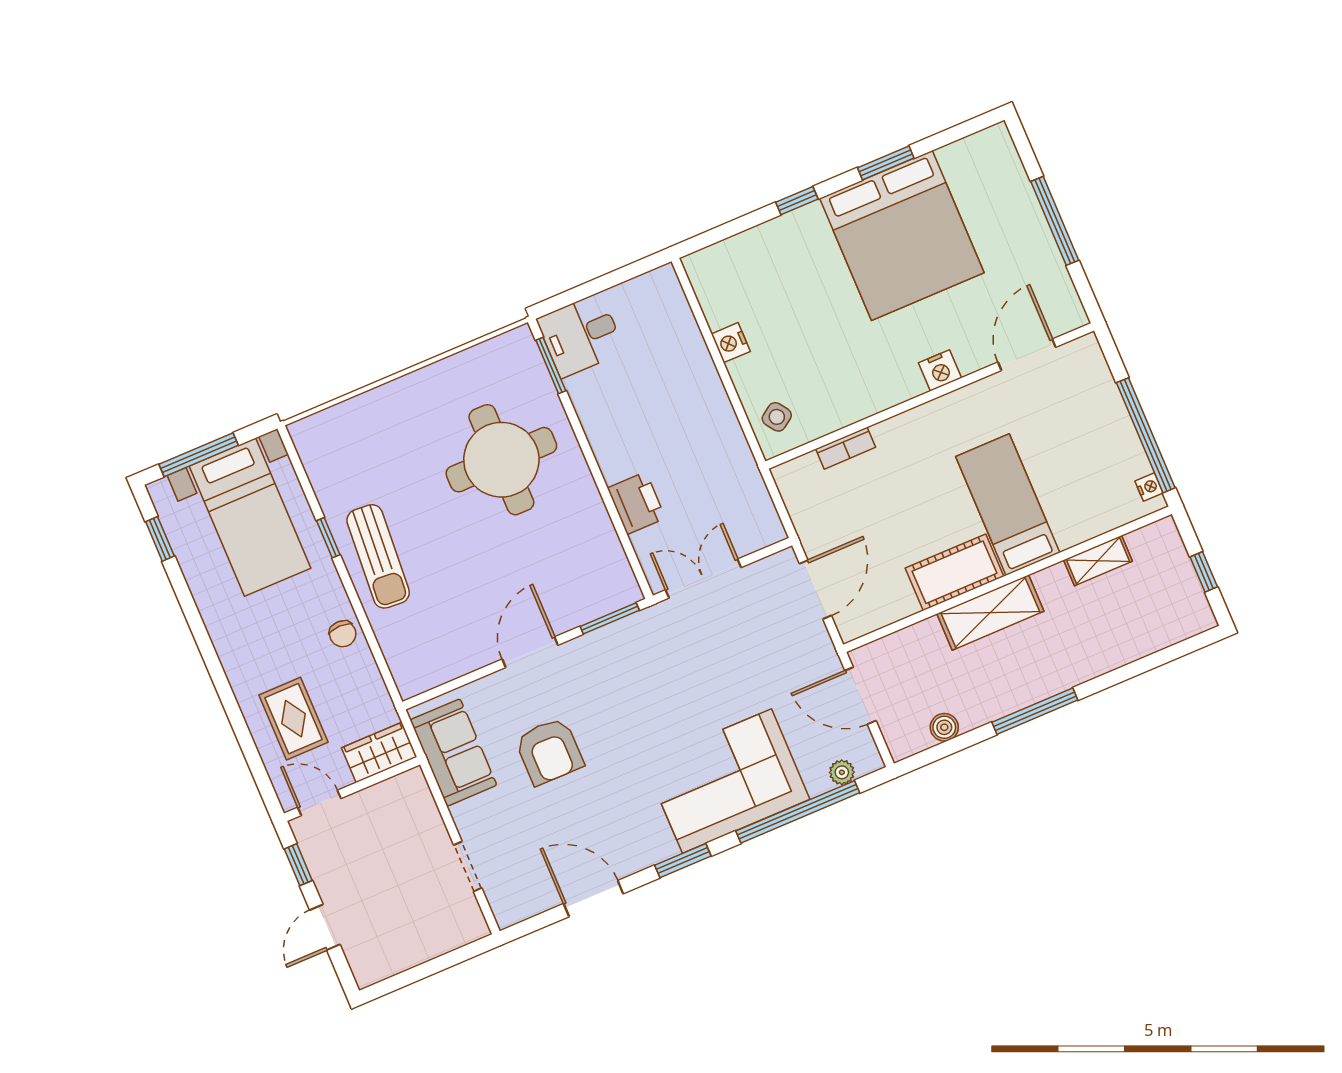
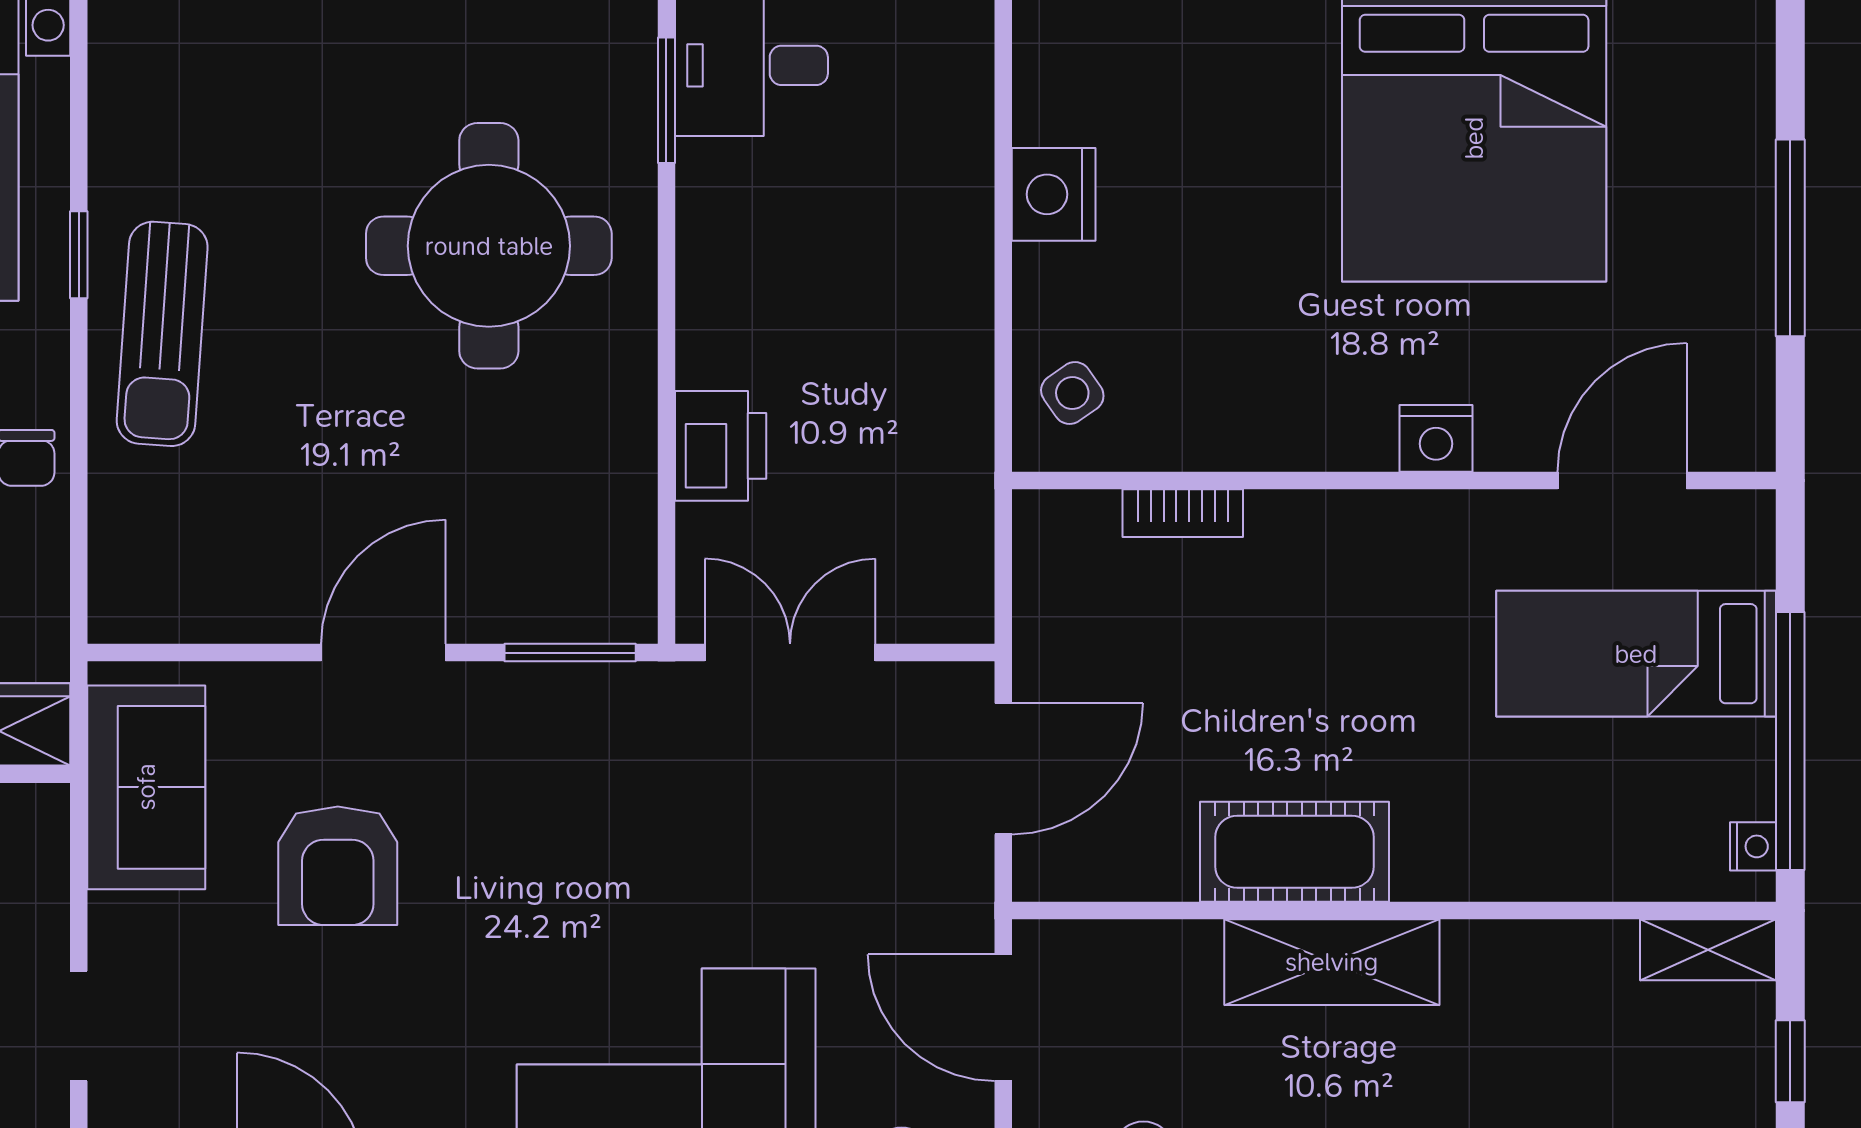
nightstand: (731, 343) -> (1054, 194), width x1.36, depth x1.33
bed: (1008, 505) -> (1636, 654), moved, turned -90
shelving: (1098, 561) -> (1708, 950), moved

